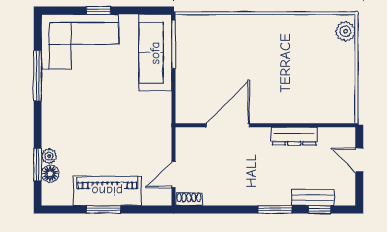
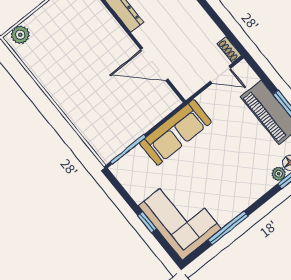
sofa: (155, 53) -> (175, 132), moved

